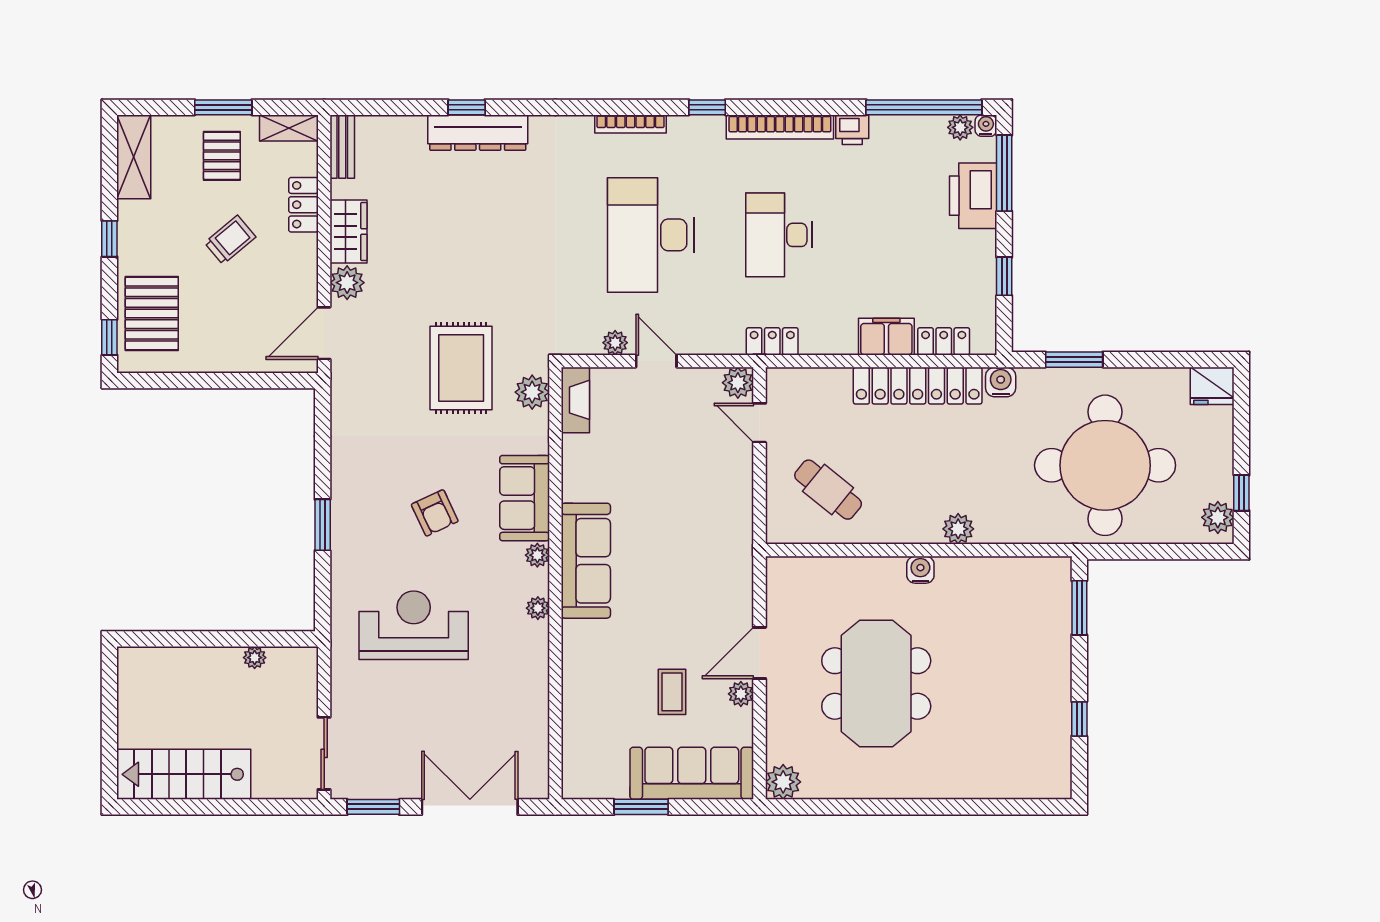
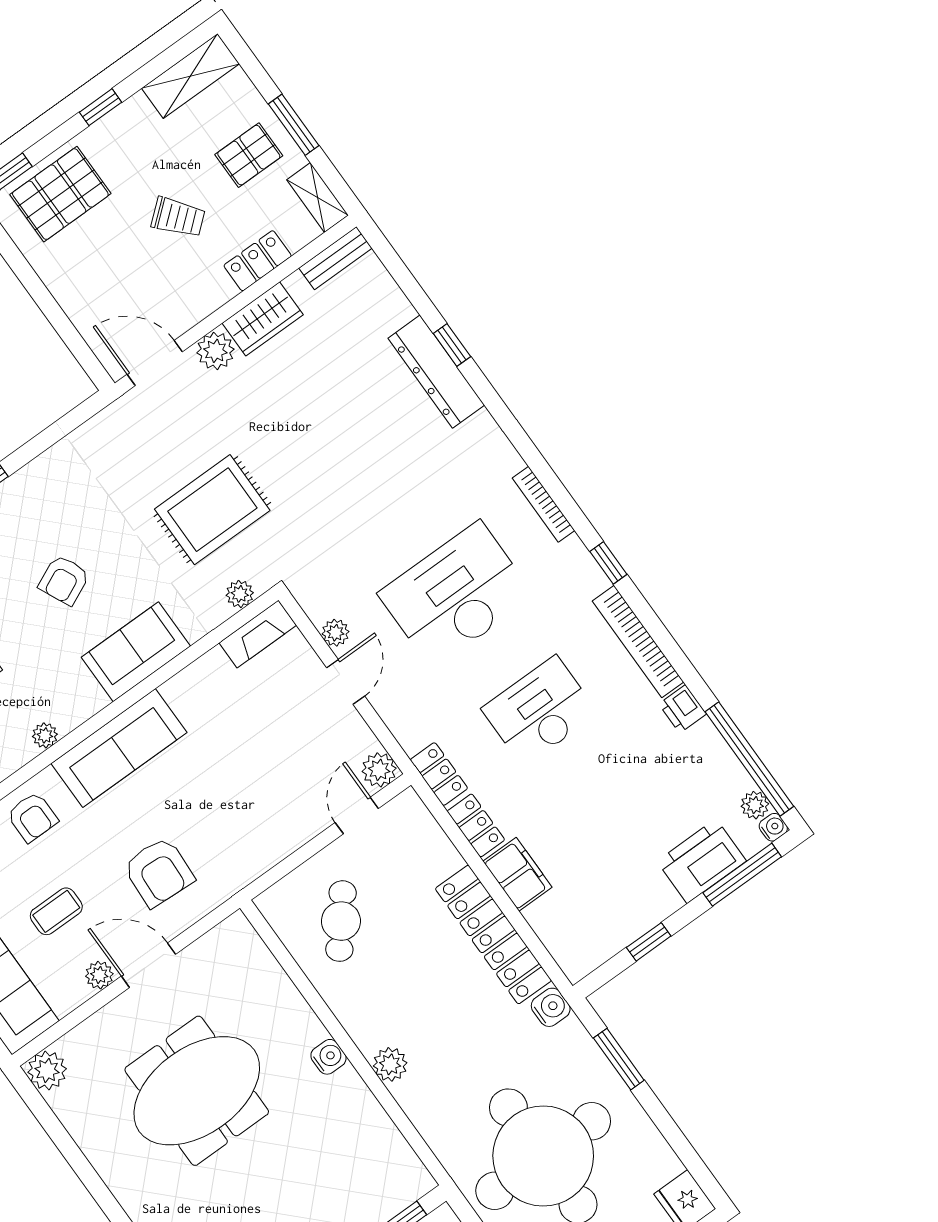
locker: (944, 341) -> (476, 825), moved
plant: (532, 392) -> (240, 594), width x0.73, depth x0.73
plant: (537, 555) -> (92, 700), removed
armchair: (697, 597) -> (159, 872), added
armchair: (591, 660) -> (32, 817), added

